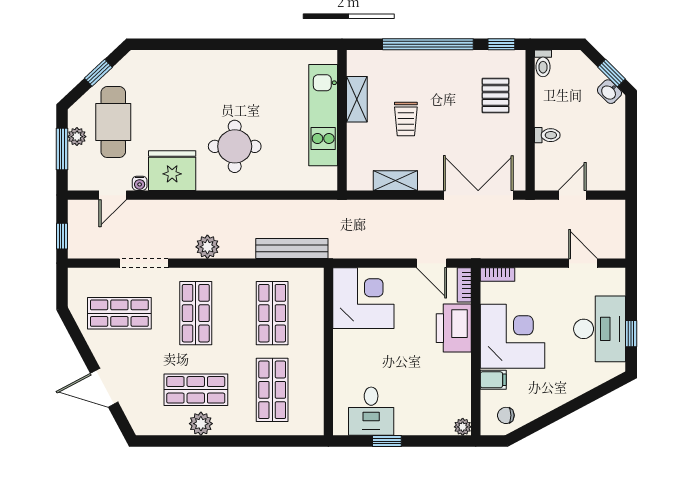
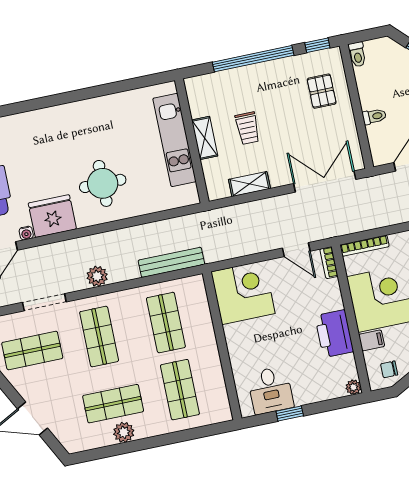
shelving: (357, 99) -> (205, 138), moved
bookcase: (497, 274) -> (365, 246), width x1.56
printer: (454, 328) -> (334, 334), moved

